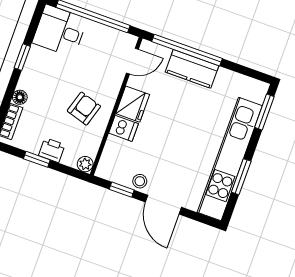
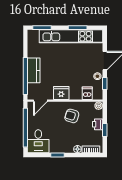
door: (132, 61) -> (40, 101), swing flipped
dishwasher: (124, 128) -> (87, 93), moved

